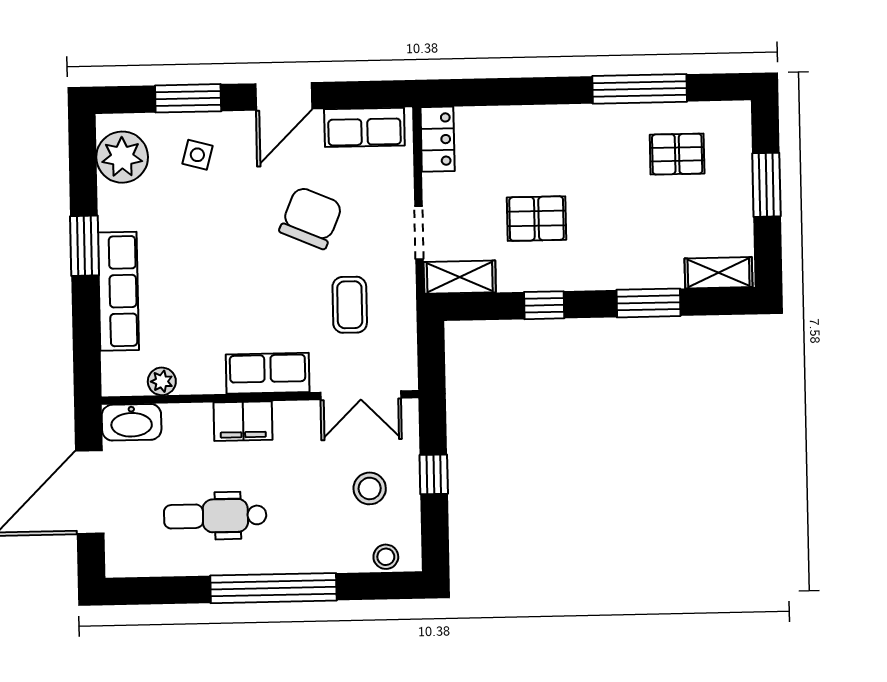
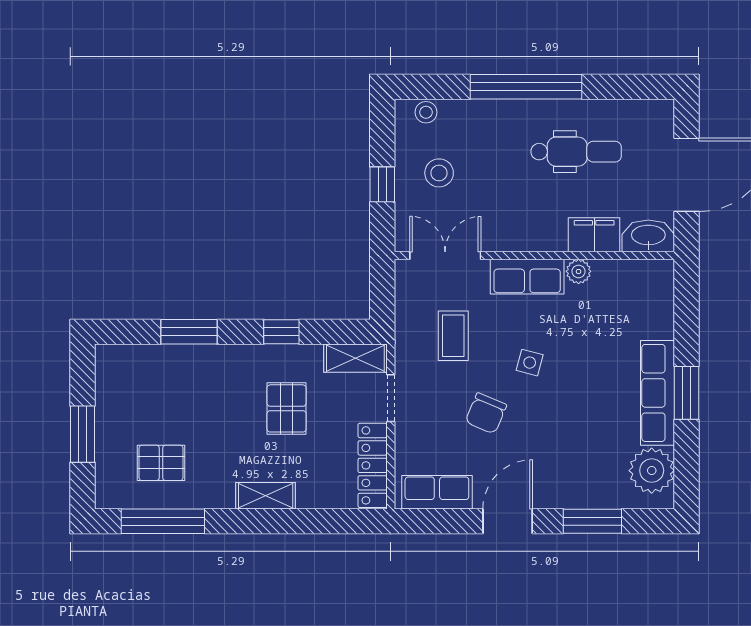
window: (640, 89) -> (163, 521), moved
locker: (438, 139) -> (373, 465), width x1.53
side table: (197, 155) -> (530, 363), moved
chair: (311, 218) -> (486, 413), width x0.73, depth x0.73
pallet: (536, 219) -> (287, 408), turned 90
shelving: (719, 273) -> (266, 496), moved
row of seats: (118, 291) -> (658, 393), moved
plant: (162, 381) -> (579, 271), moved
filing cabinet: (243, 421) -> (594, 235), moved

